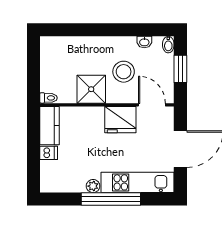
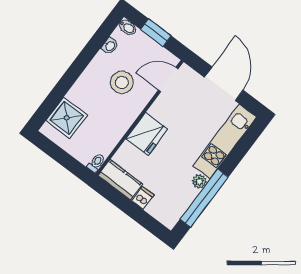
shower: (91, 89) -> (67, 118), moved
fridge: (120, 120) -> (147, 134), moved
window: (111, 199) -> (204, 198), moved

